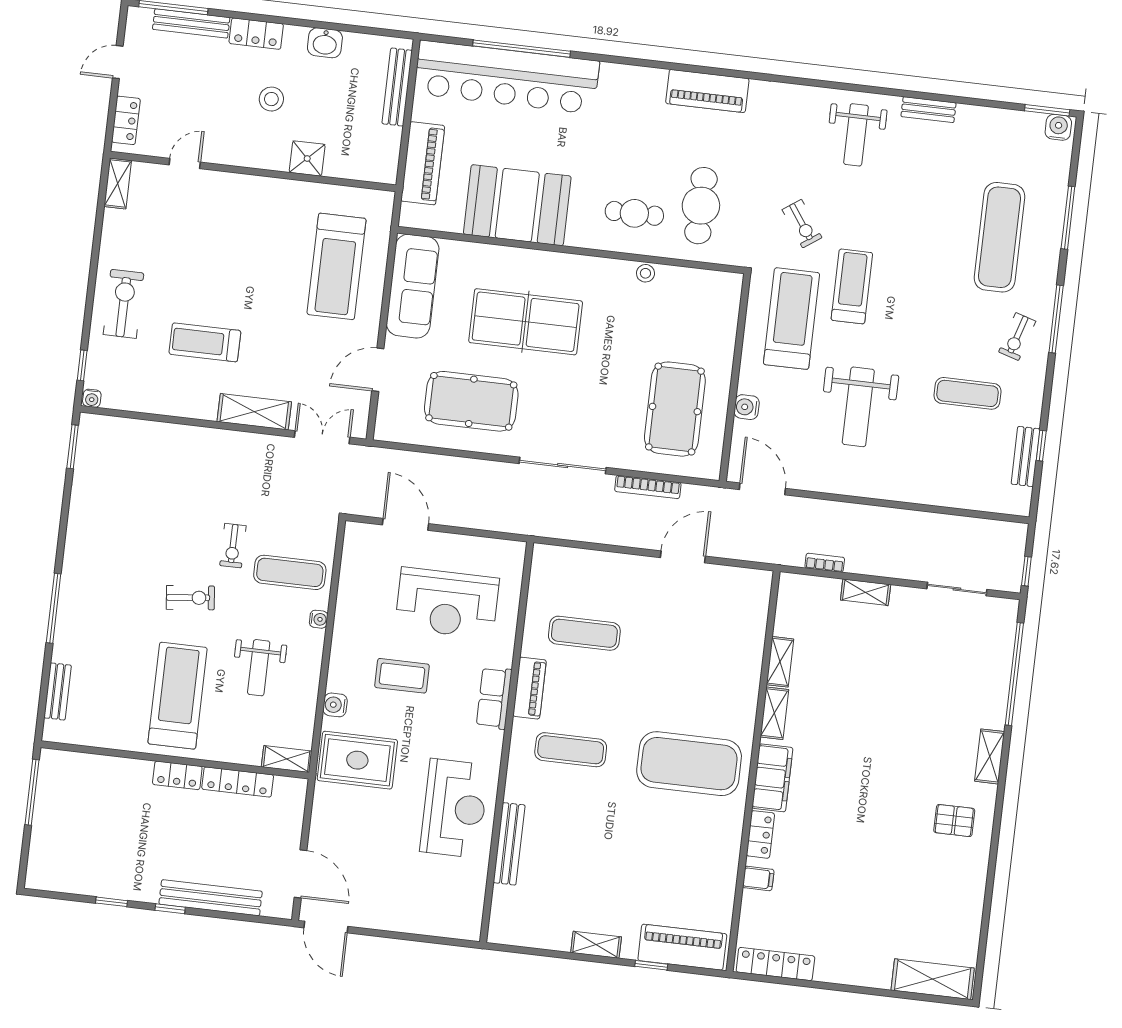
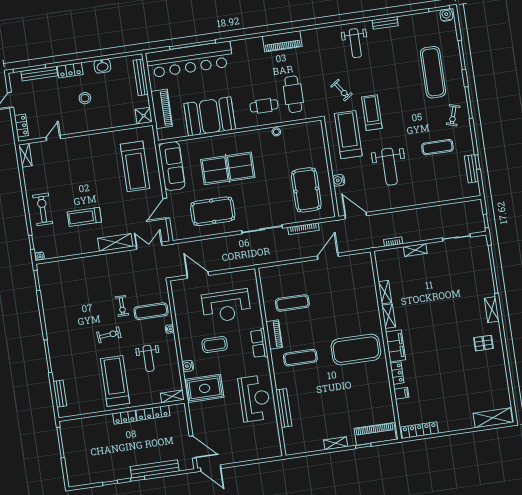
shower: (307, 158) -> (144, 116), moved

